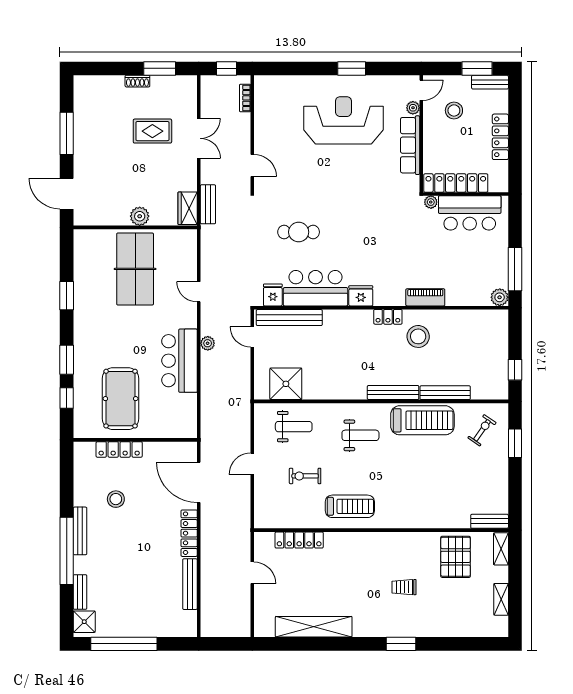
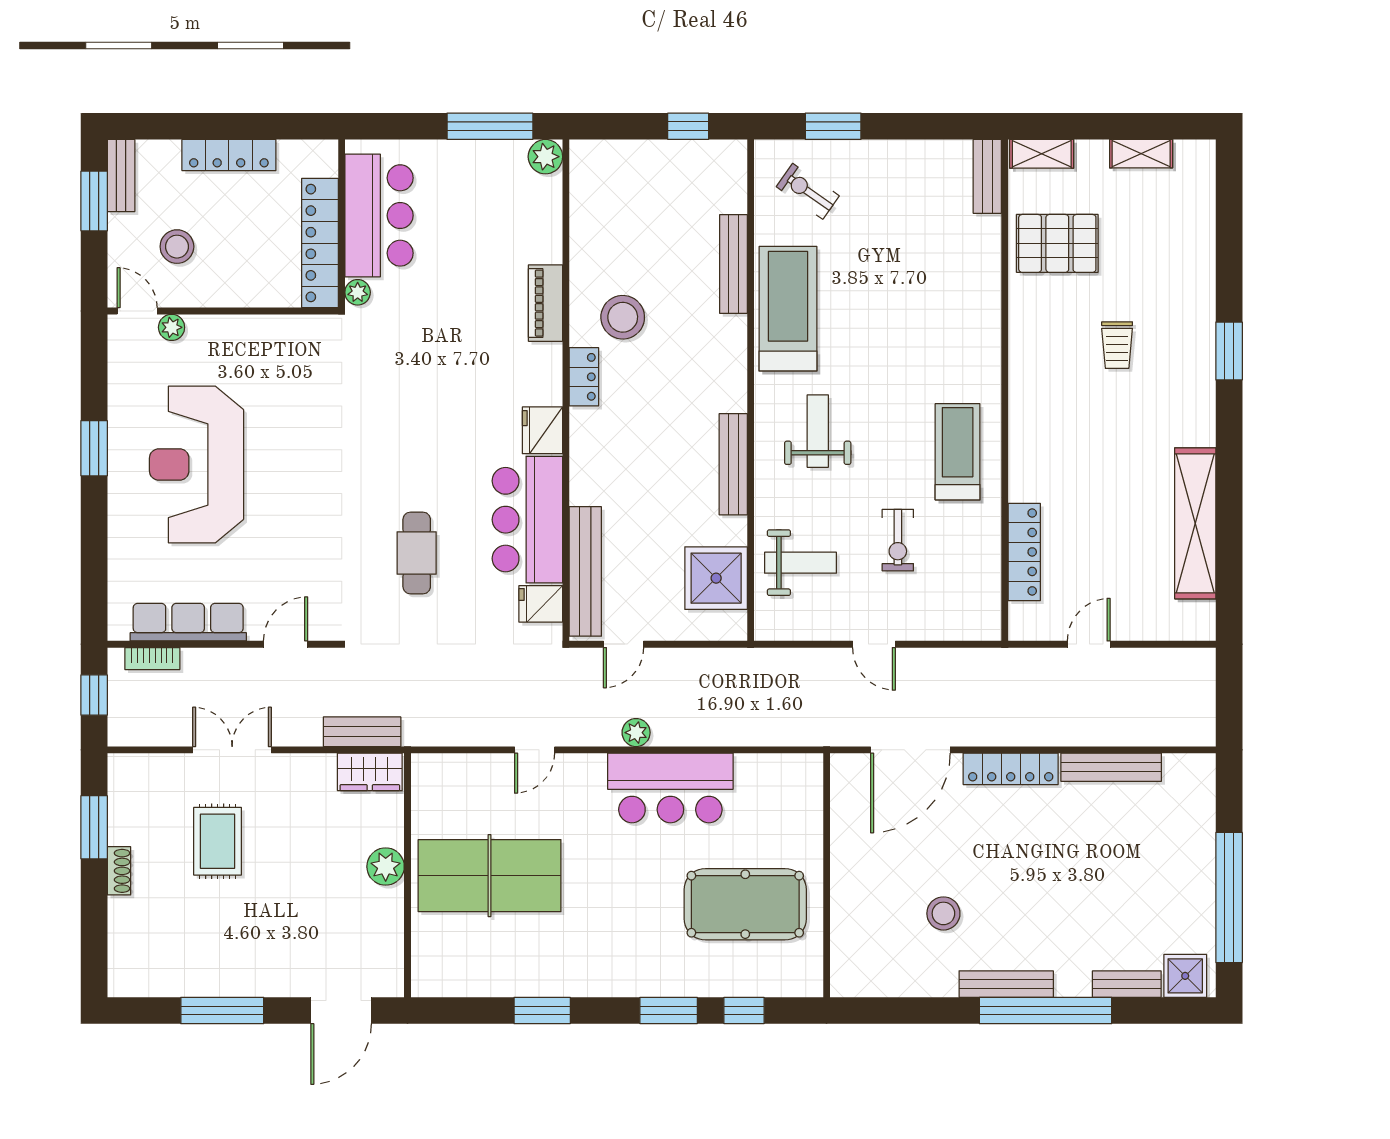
row of seats: (410, 145) -> (188, 622), moved, turned 180
bench: (393, 393) -> (733, 464), moved
weight bench: (294, 427) -> (800, 563), turned 90
locker: (119, 449) -> (845, 907), removed

